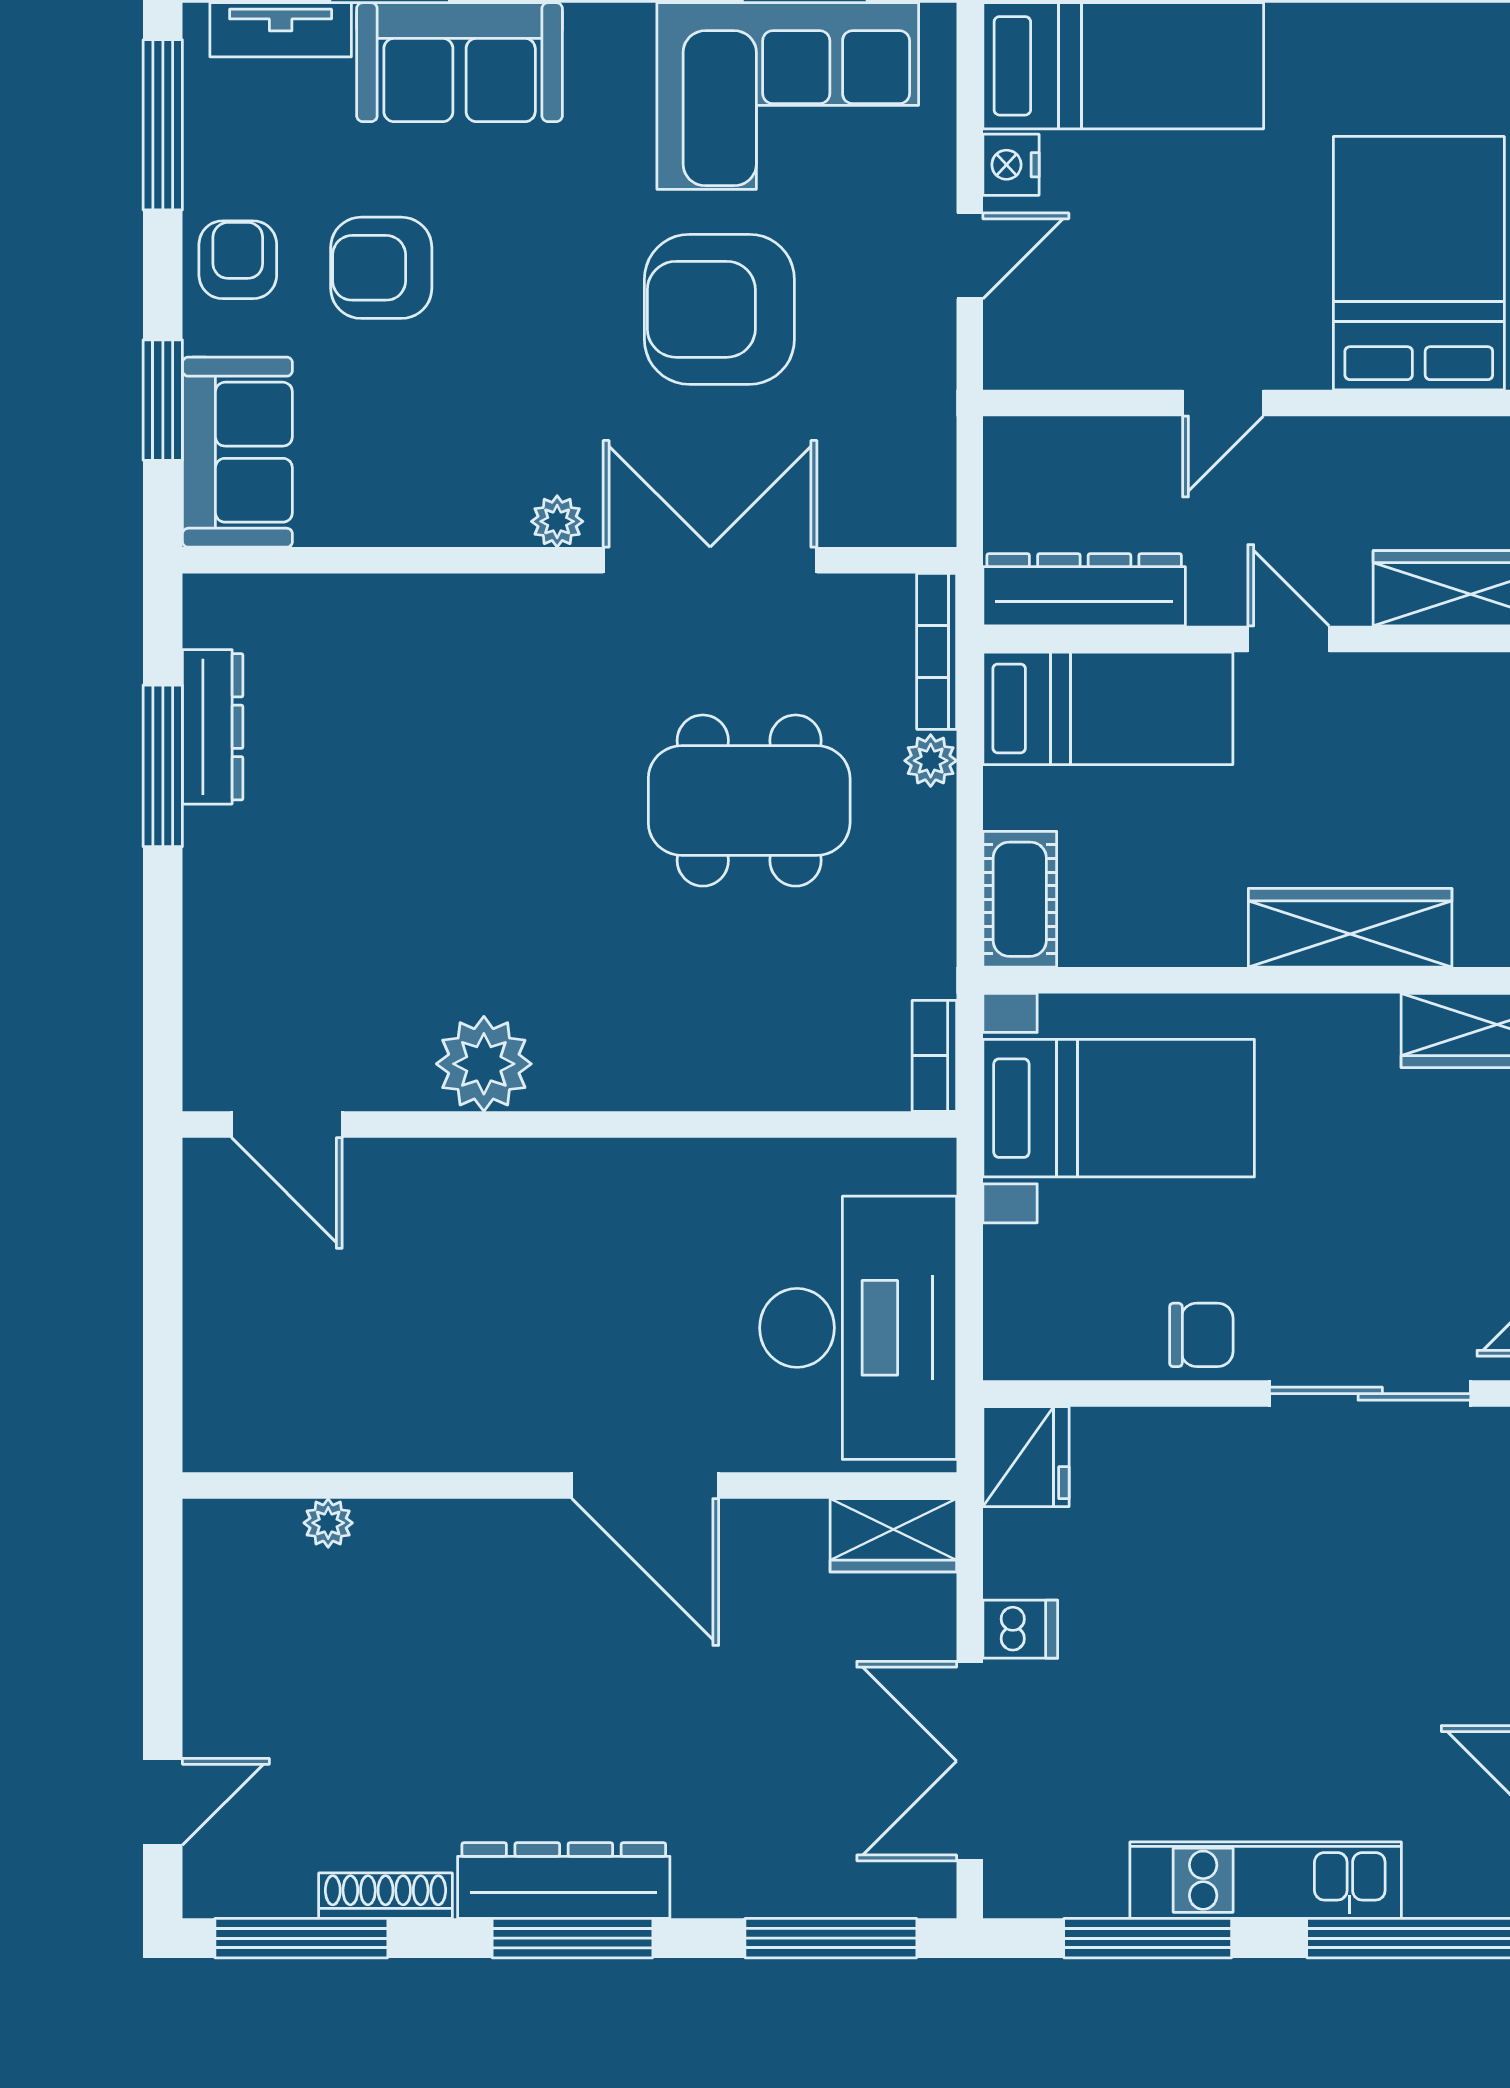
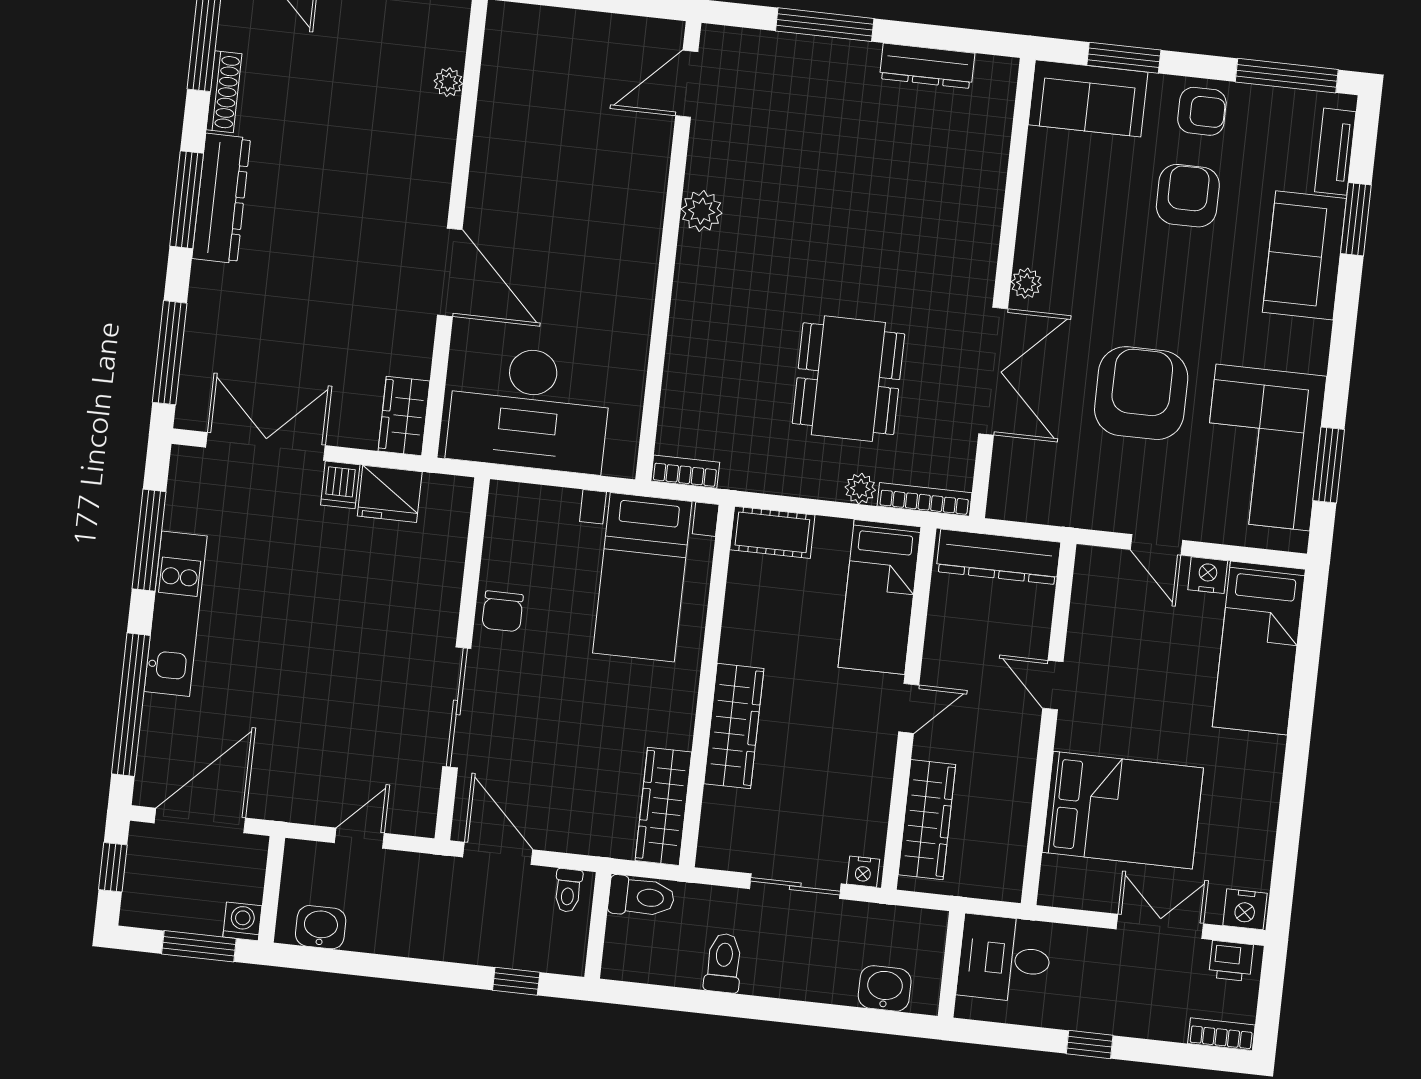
dresser: (1084, 590) -> (998, 557), moved, turned 90
window: (163, 766) -> (825, 25), moved
plant: (484, 1064) -> (702, 211), width x0.73, depth x0.73
fridge: (1026, 1457) -> (390, 494), moved
door: (645, 1485) -> (450, 272), swing flipped

